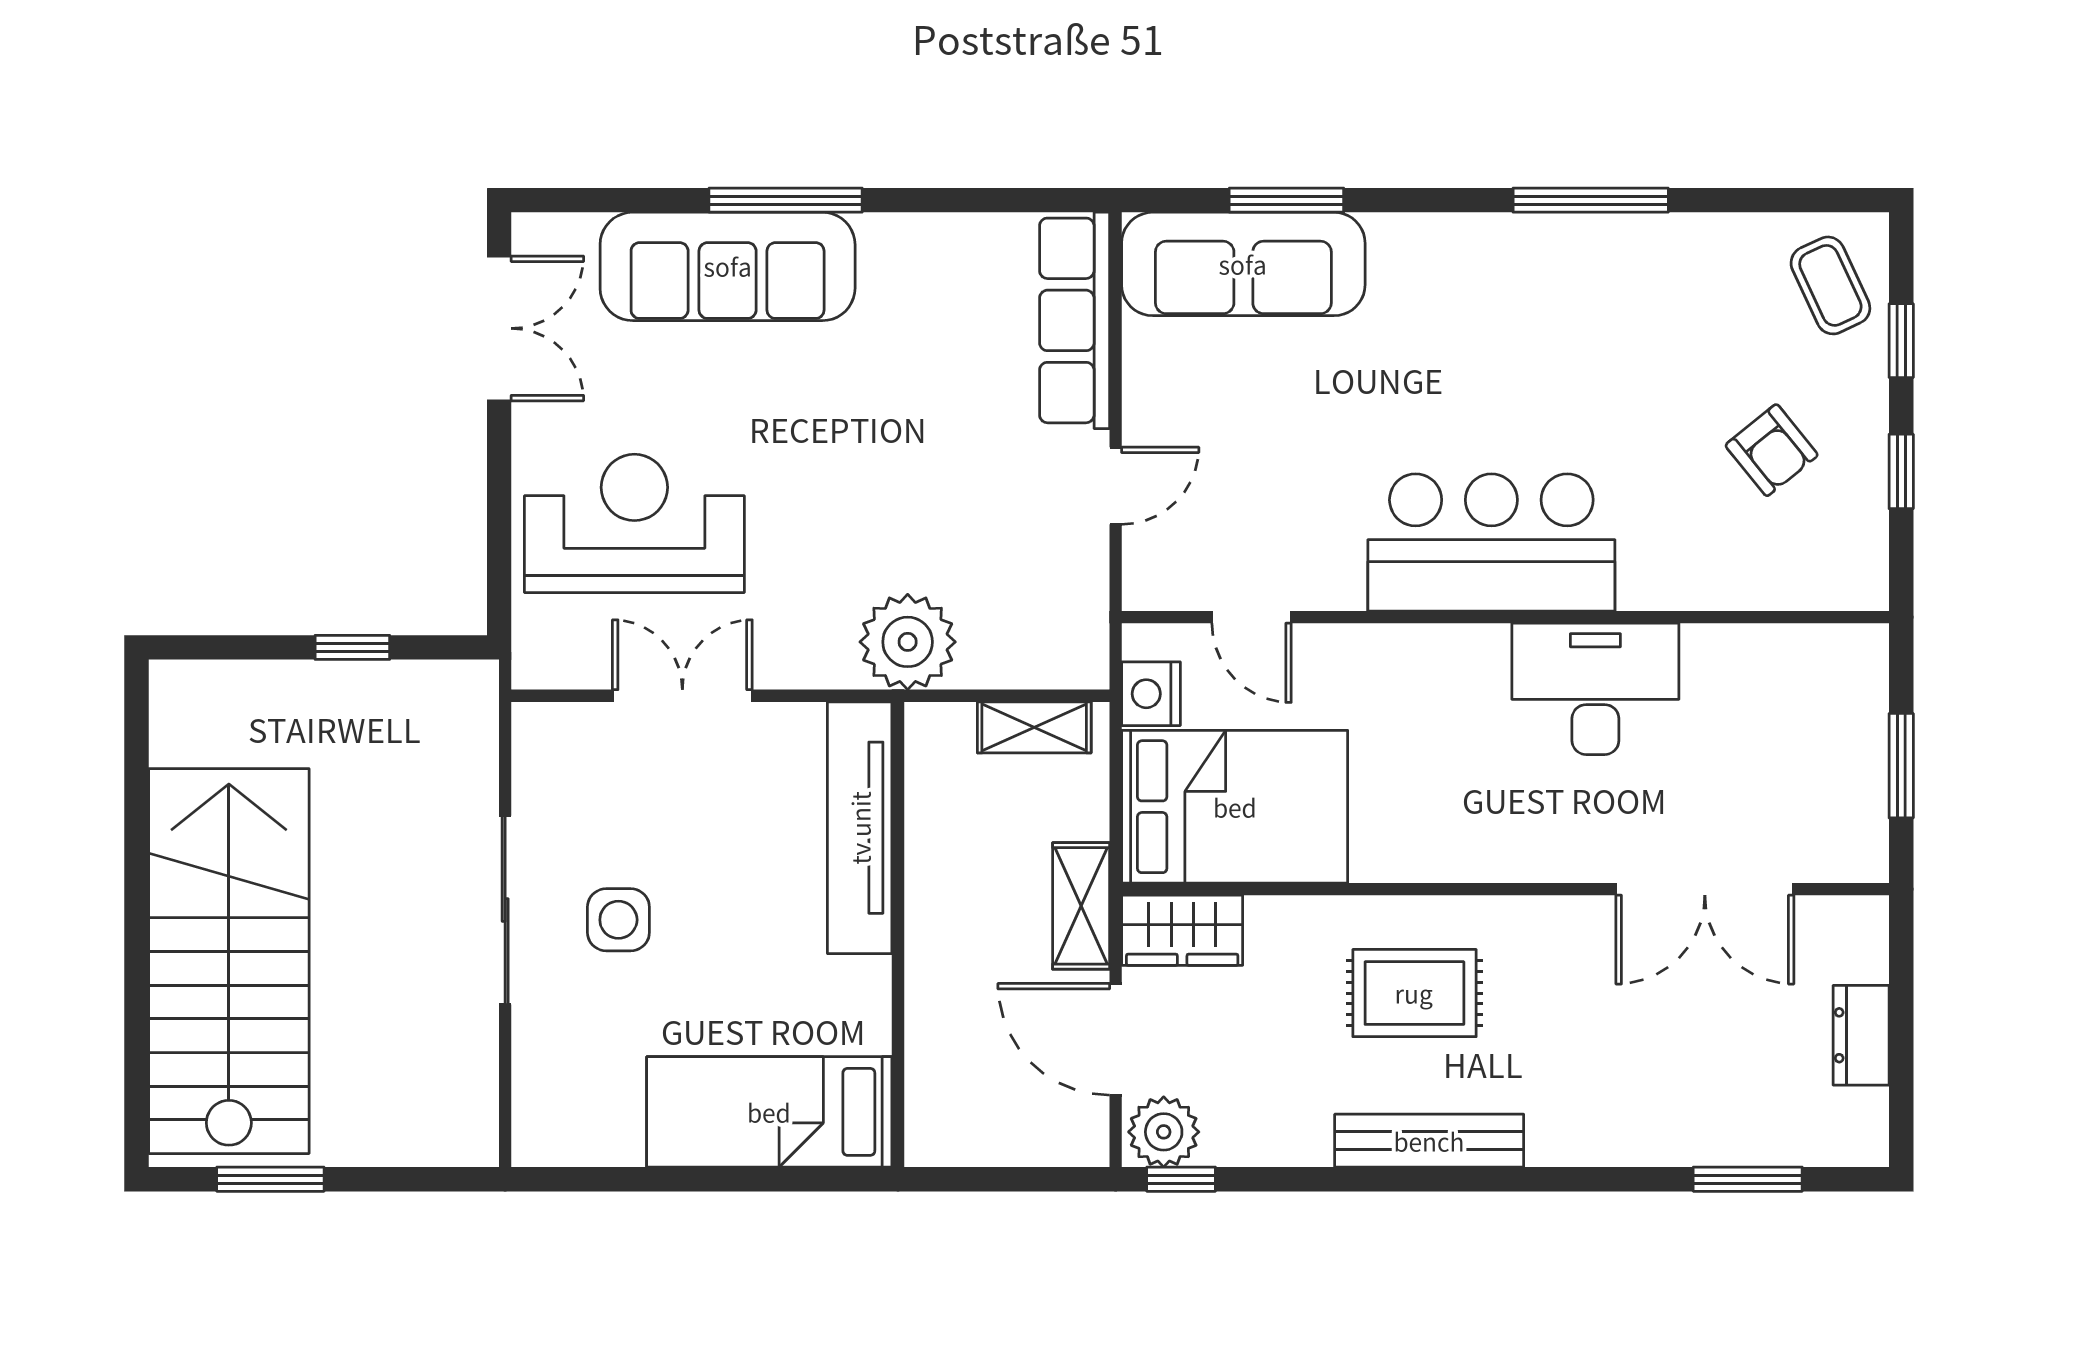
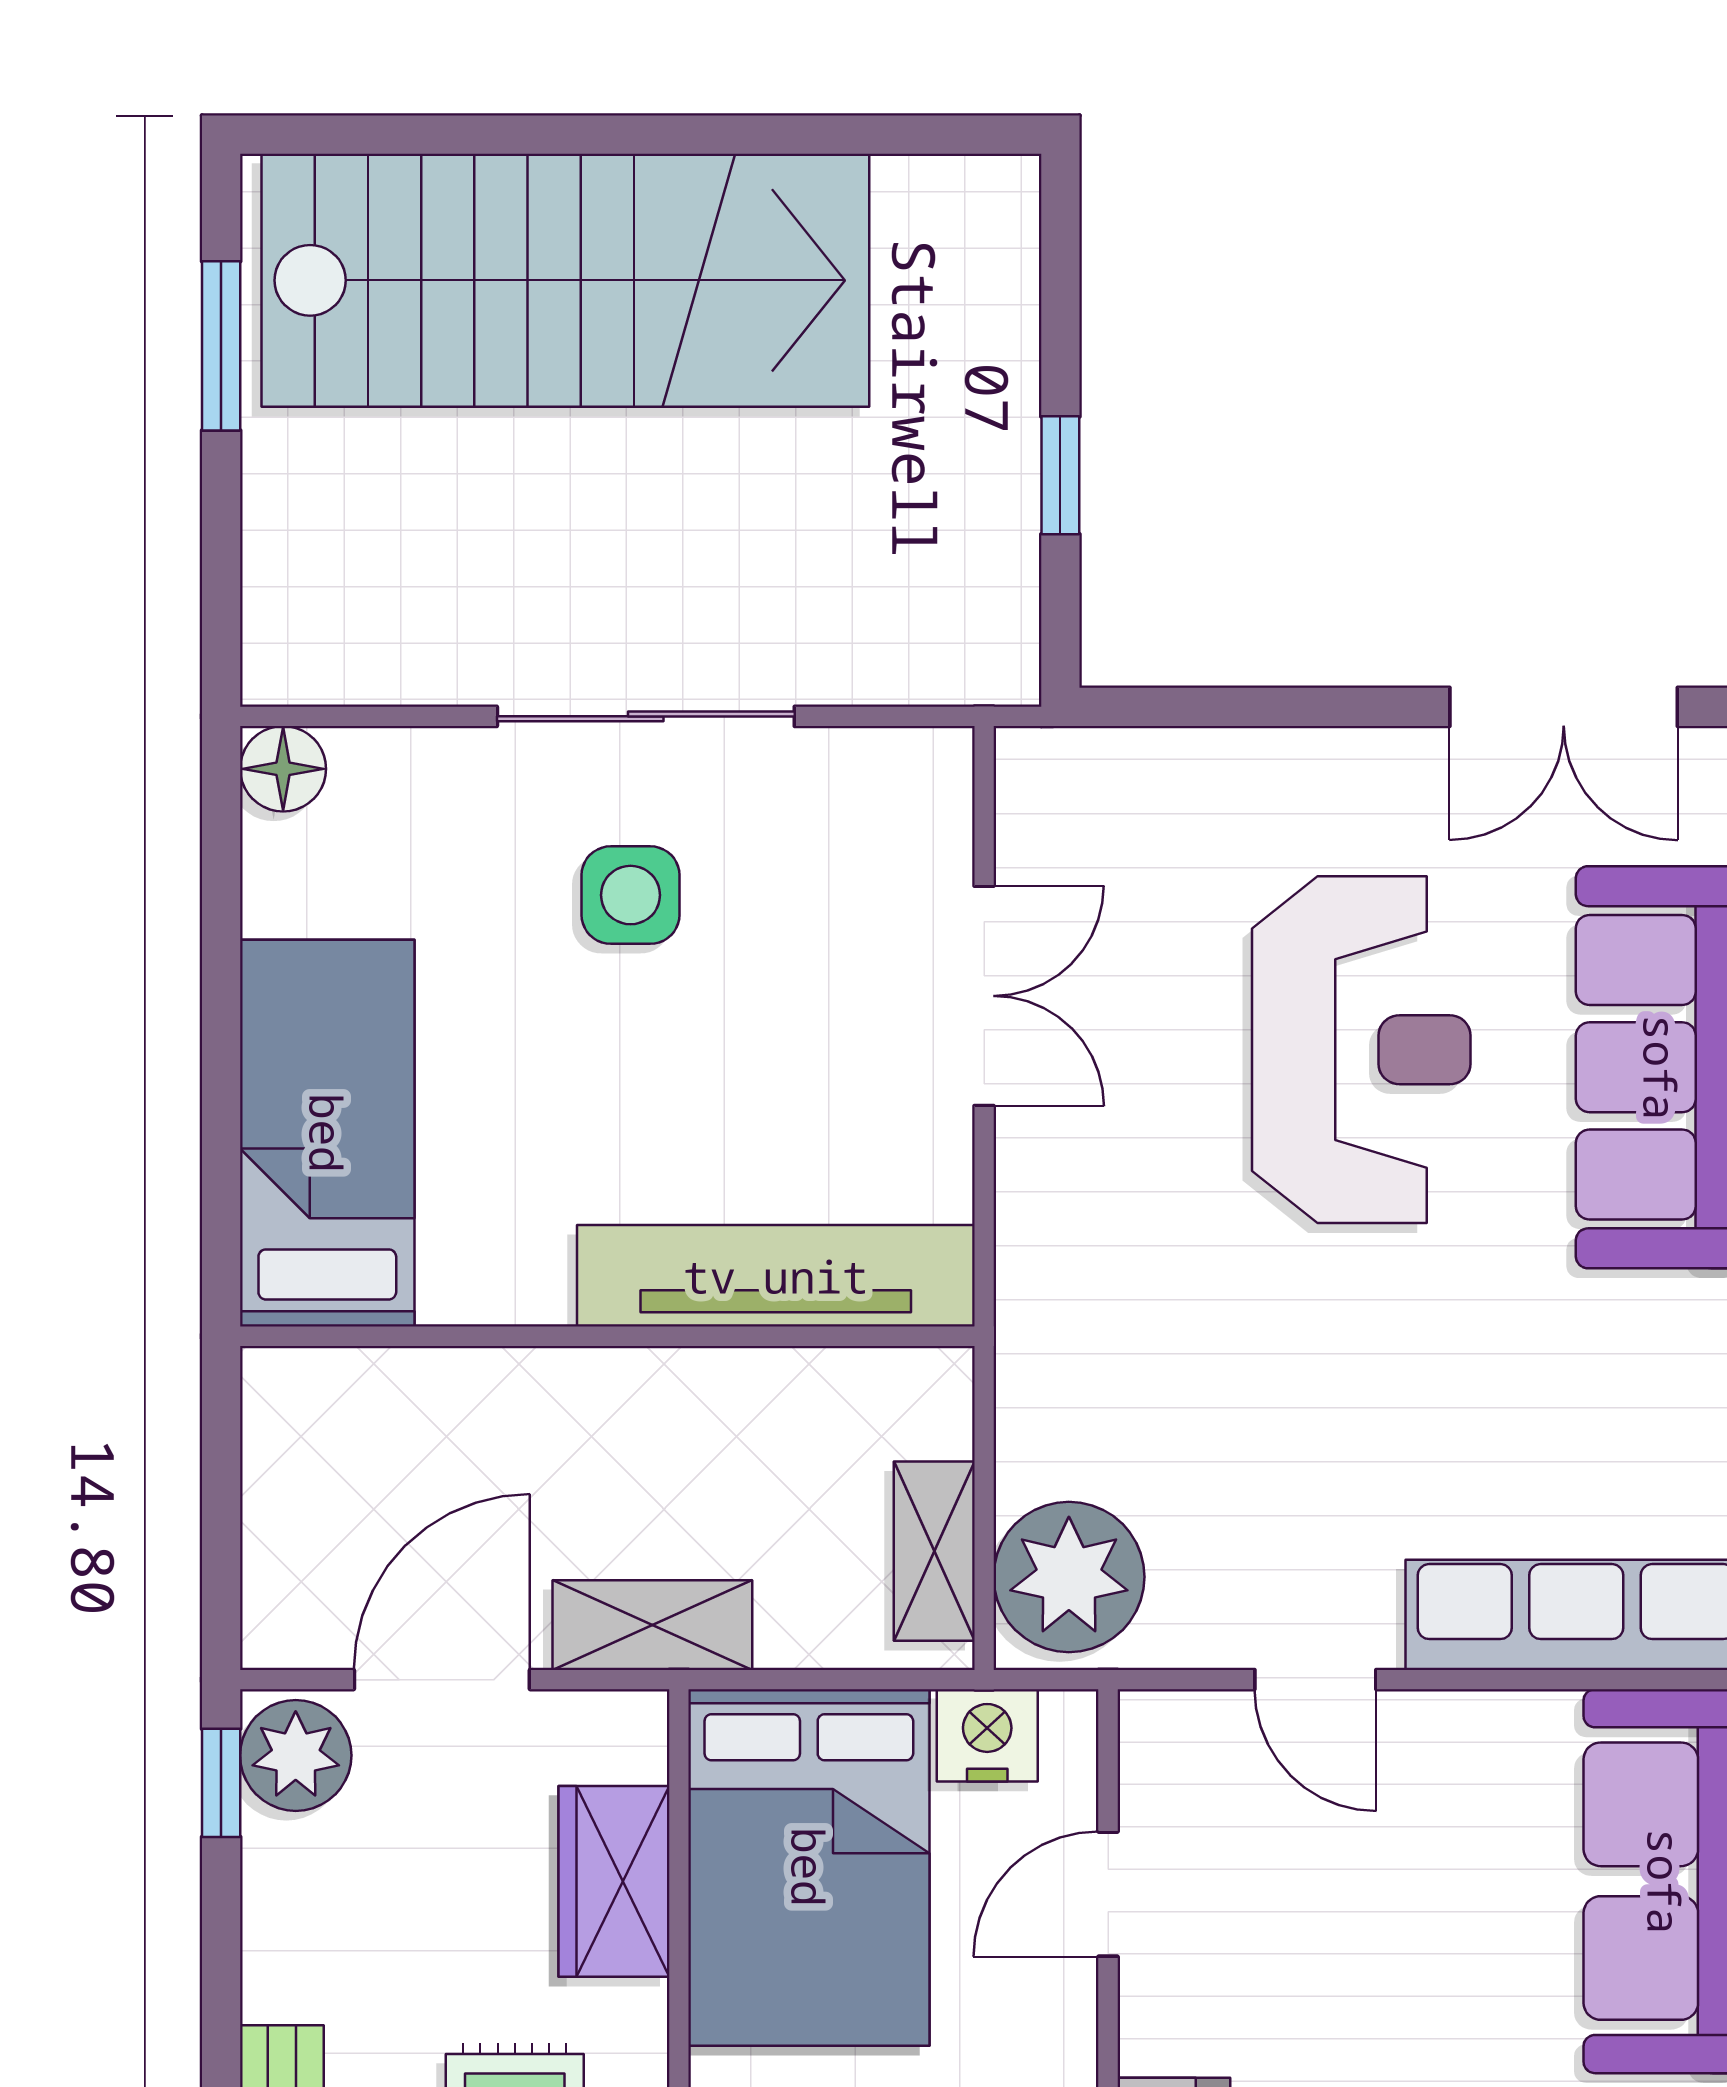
reception desk: (634, 523) -> (1361, 1050), moved
plant: (908, 642) -> (1069, 1577), moved
wardrobe: (1182, 930) -> (614, 1881), moved
floor lamp: (538, 1140) -> (283, 769), added

